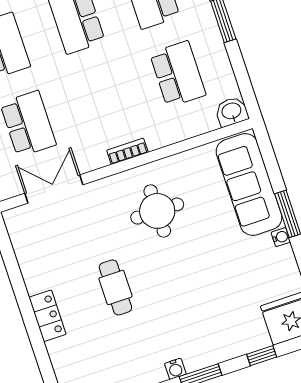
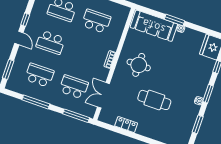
washbasin: (232, 112) -> (124, 12), removed
cafe table: (115, 287) -> (154, 100), width x1.37, depth x1.35
locker: (47, 316) -> (126, 125), moved

